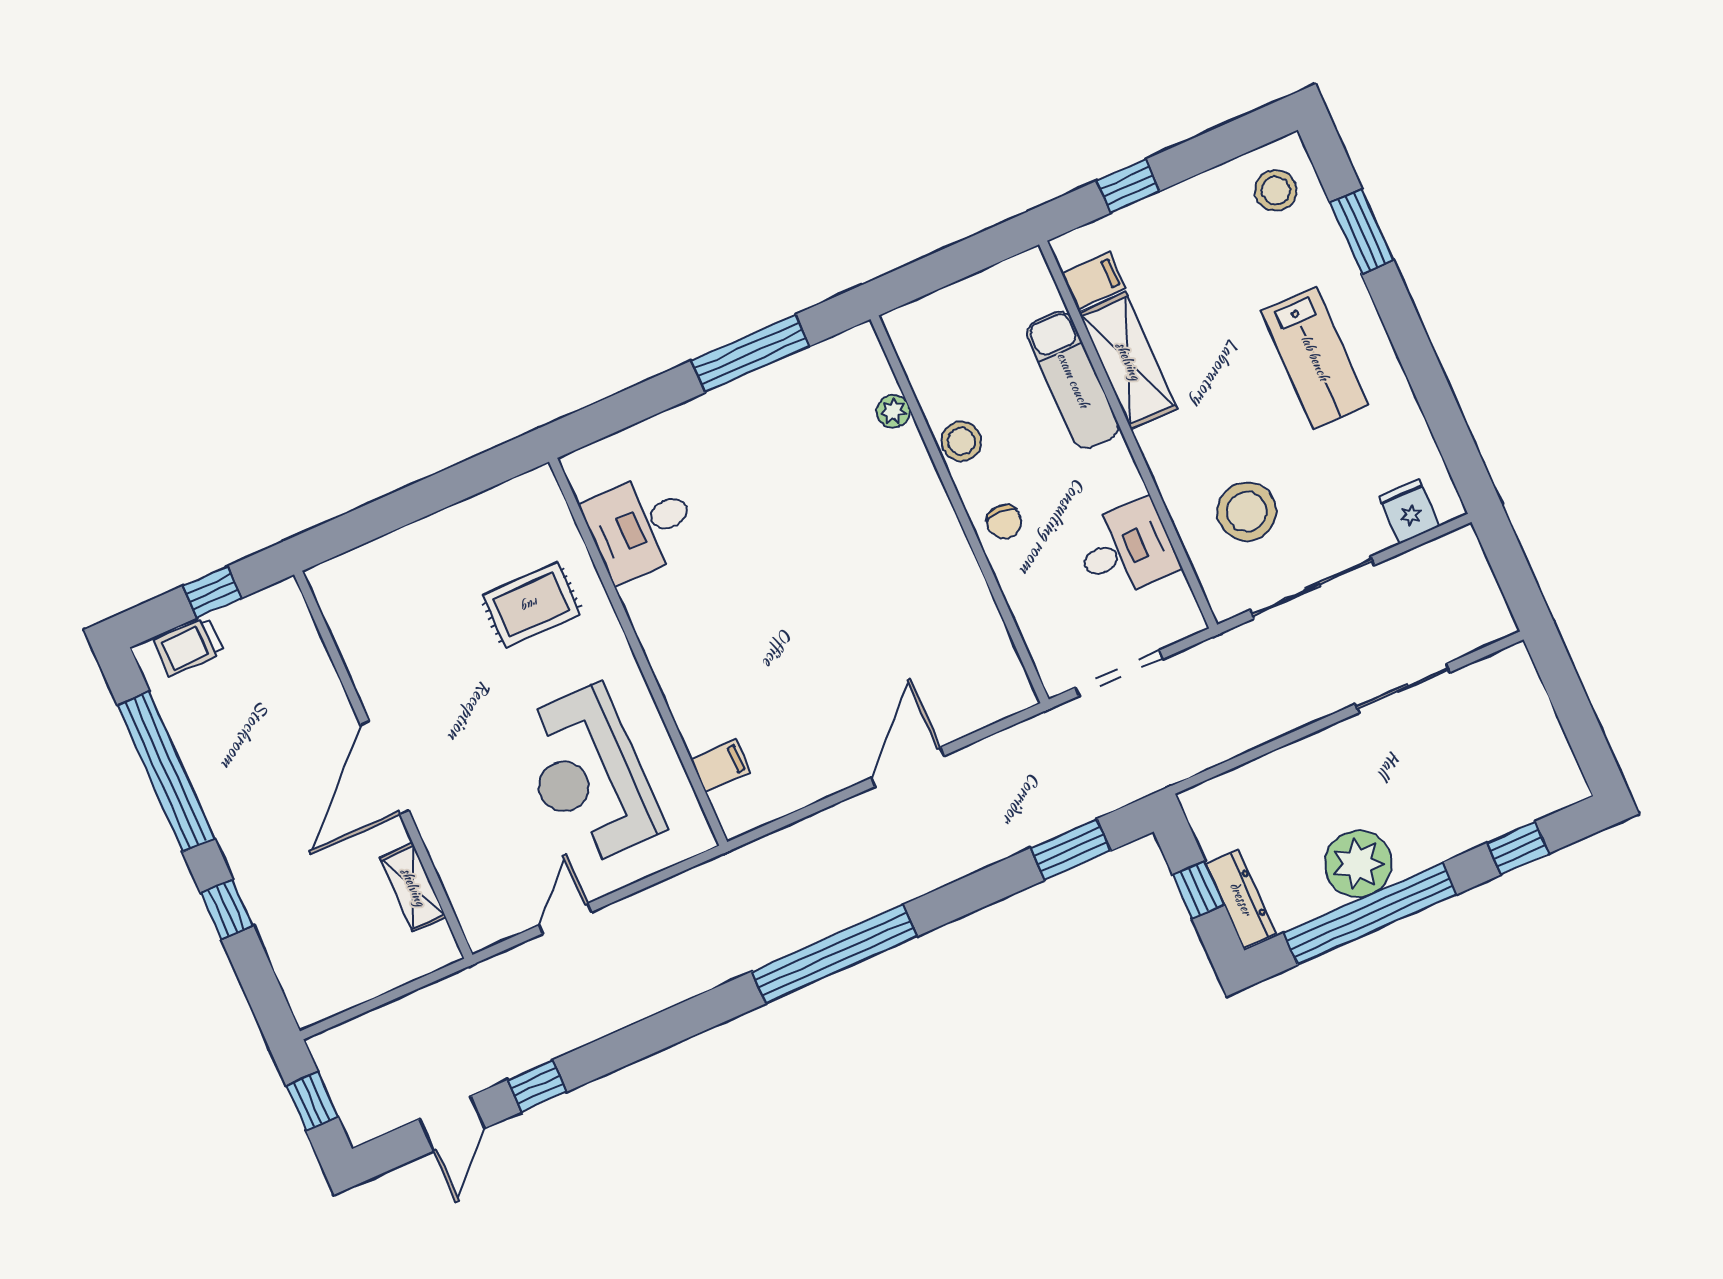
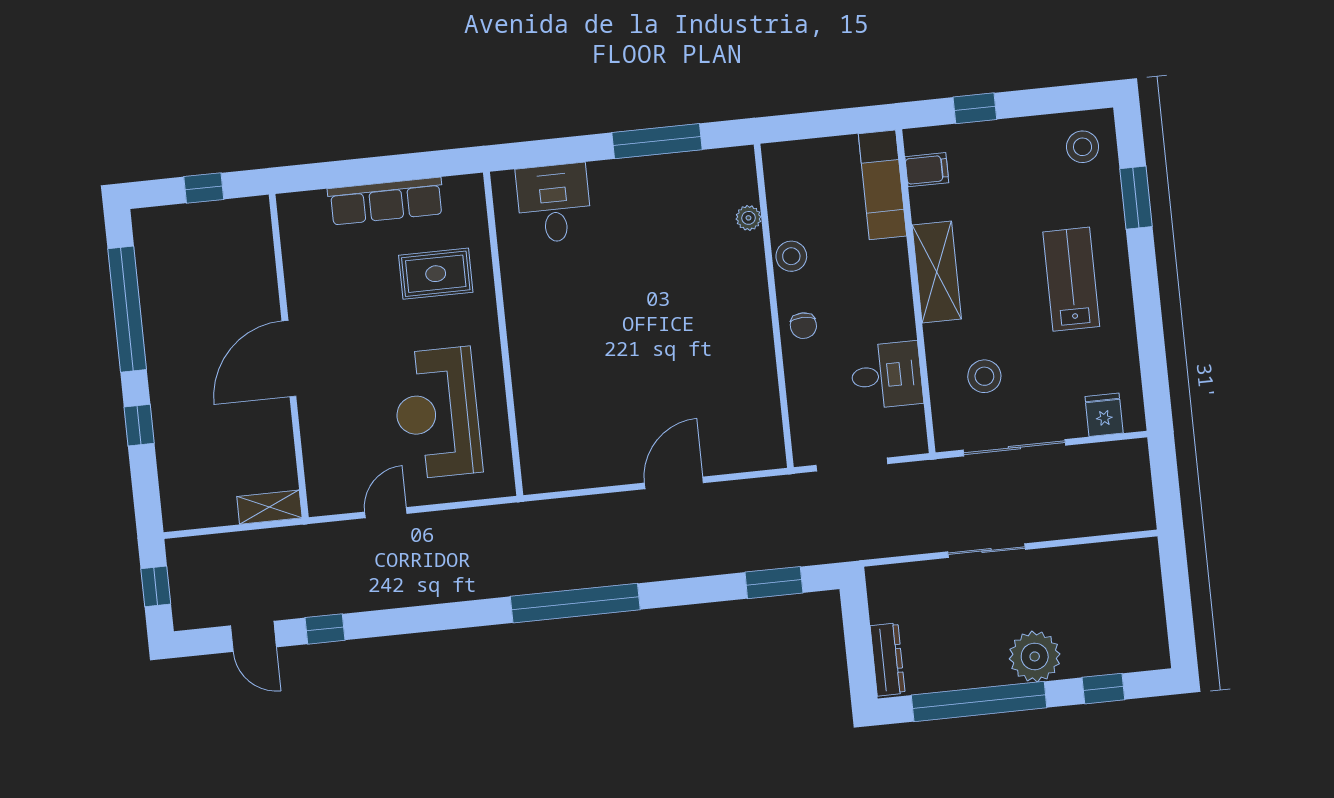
lab bench: (1315, 358) -> (1071, 279), turned 180
shelving: (1128, 361) -> (937, 272), moved
exam couch: (1073, 380) -> (882, 185), moved
stool: (1247, 512) -> (984, 376), width x0.73, depth x0.73
desk: (641, 526) -> (554, 203), moved, turned 90
row of seats: (441, 535) -> (386, 201), added
trolley: (189, 647) -> (174, 223), removed
sliding door: (1403, 688) -> (987, 551), moved
filing cabinet: (720, 766) -> (536, 437), removed
plant: (1358, 864) -> (1035, 656), moved
shelving: (413, 887) -> (269, 507), moved, turned 90
window: (1199, 890) -> (859, 643), removed
door: (452, 1124) -> (253, 636), hinge flipped

